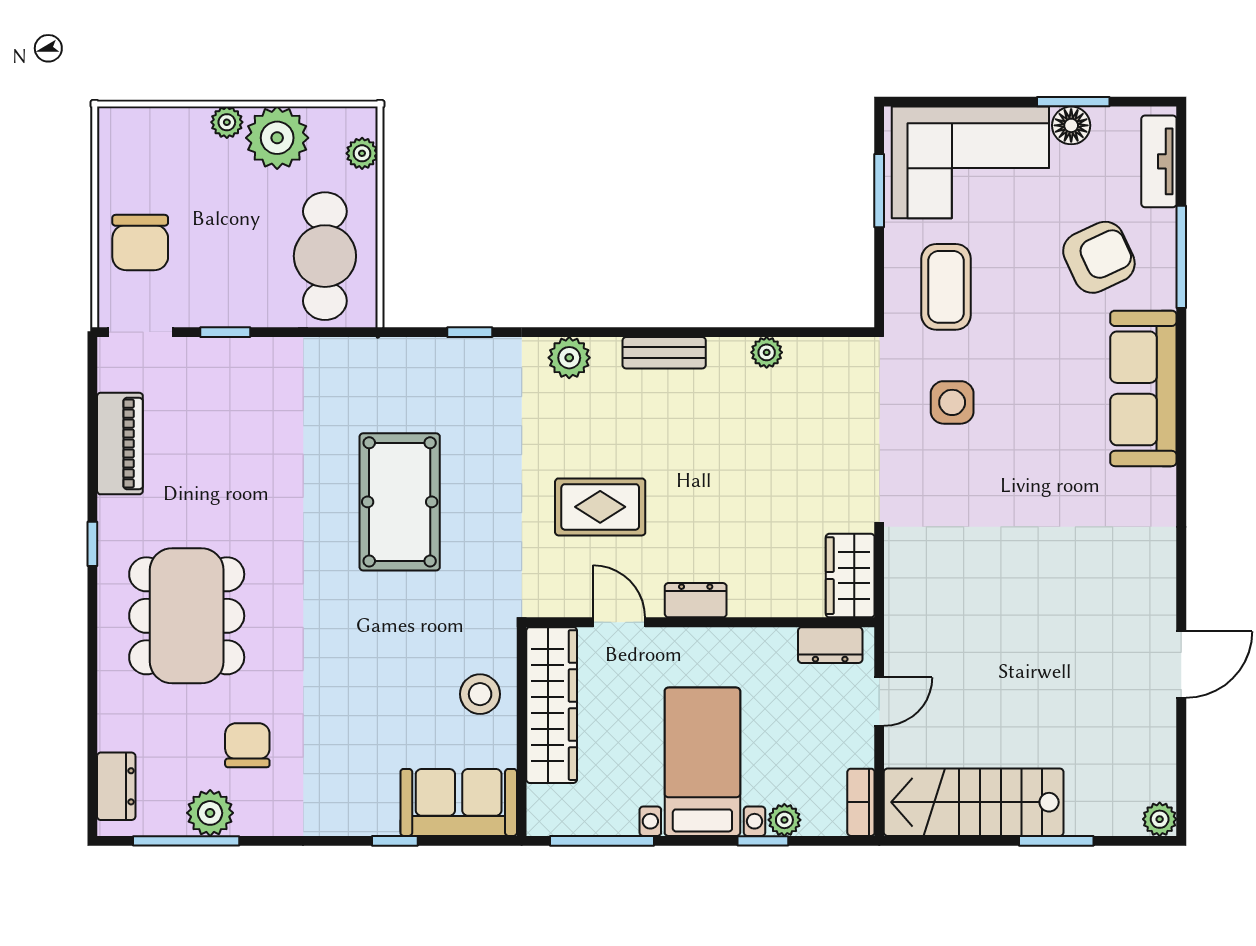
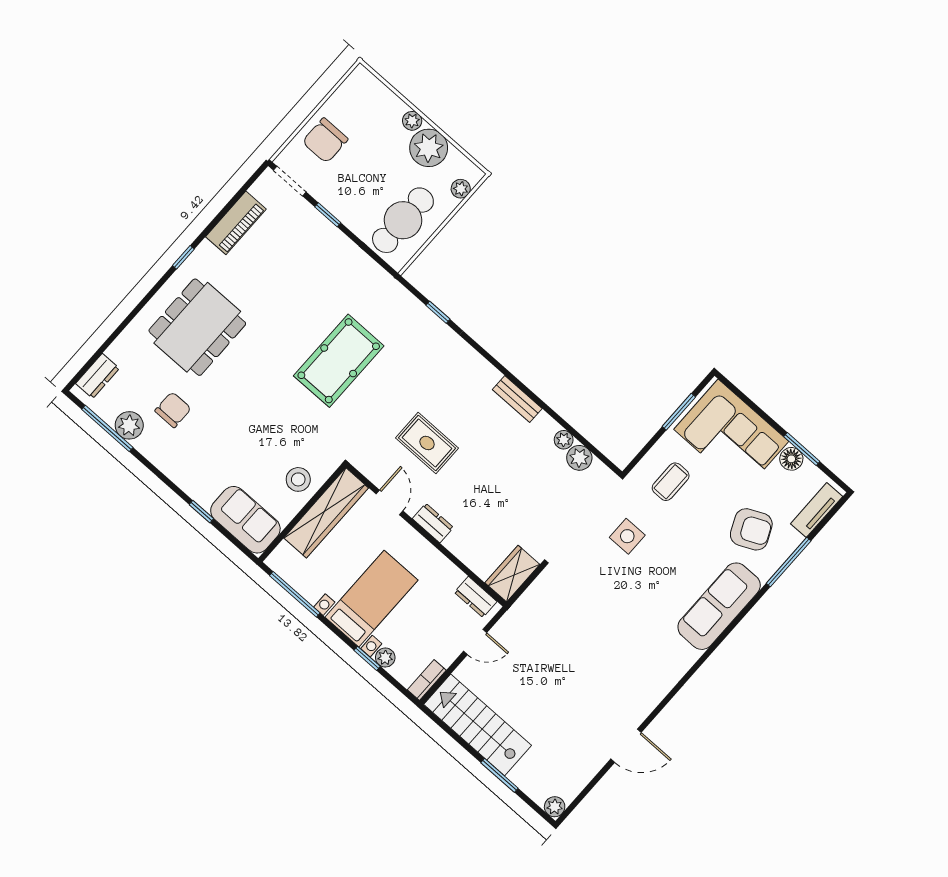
coffee table: (946, 287) -> (671, 482), width x0.73, depth x0.77
plant: (569, 358) -> (579, 458), moved

